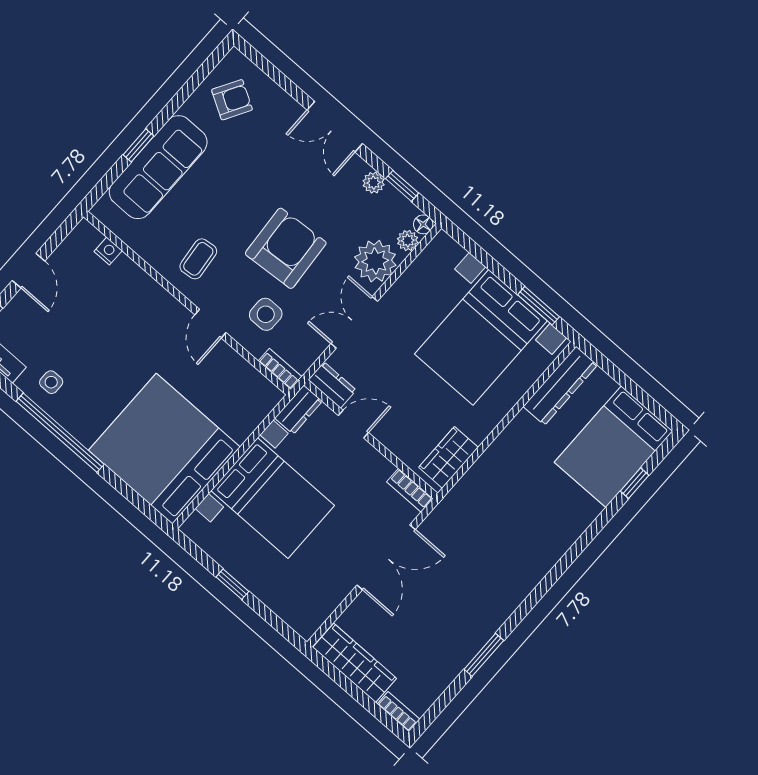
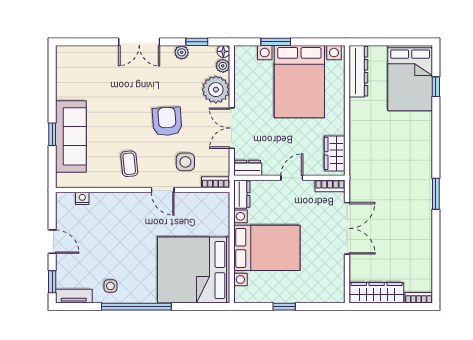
armchair: (232, 100) -> (78, 72), removed
armchair: (286, 248) -> (167, 121), width x0.73, depth x0.73
window: (538, 306) -> (276, 42), moved
door: (353, 424) -> (292, 178), moved
window: (484, 655) -> (436, 194), moved

